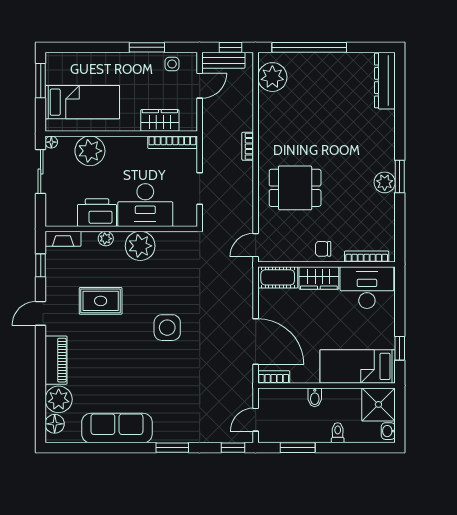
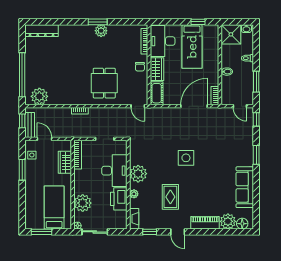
bed: (358, 366) -> (192, 47), moved

